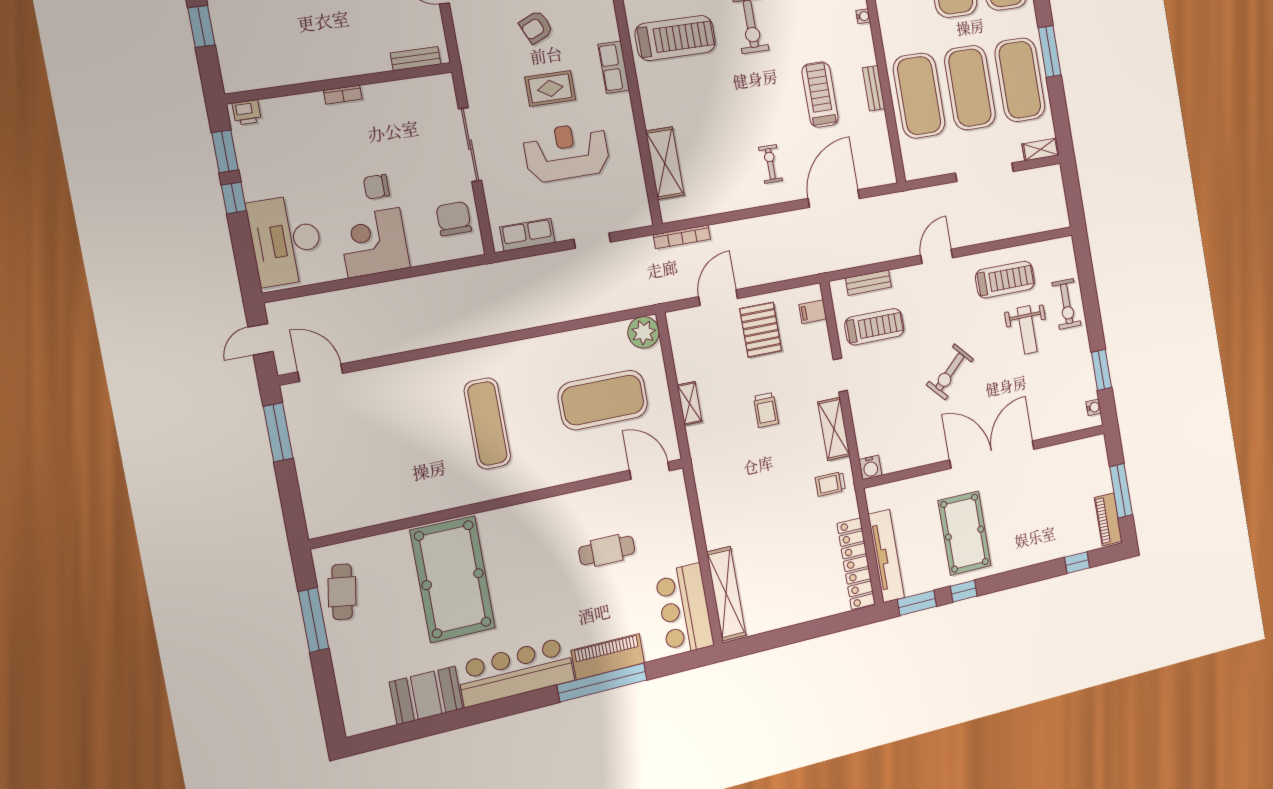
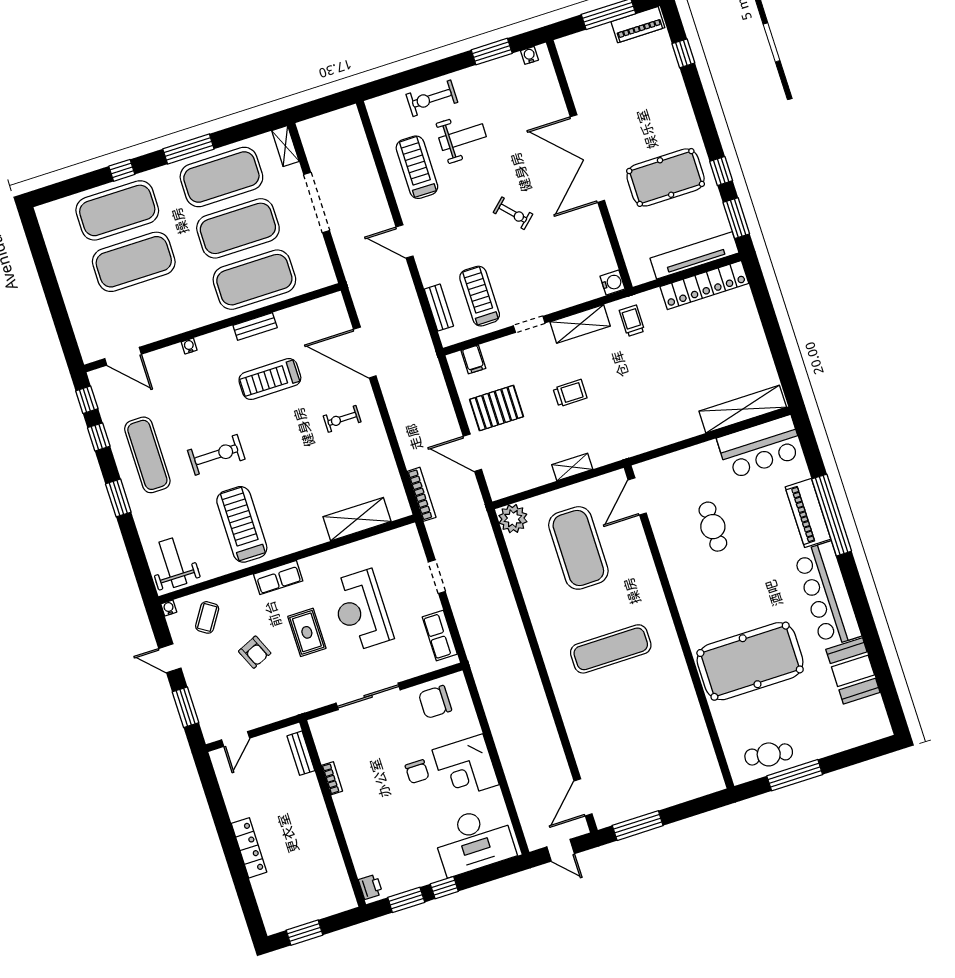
bookcase: (343, 95) -> (332, 778), moved
exercise bike: (1066, 304) -> (432, 98), turned 180
exercise bike: (950, 372) -> (513, 213), width x0.73, depth x0.72
trolley: (830, 484) -> (632, 321), turned 180

